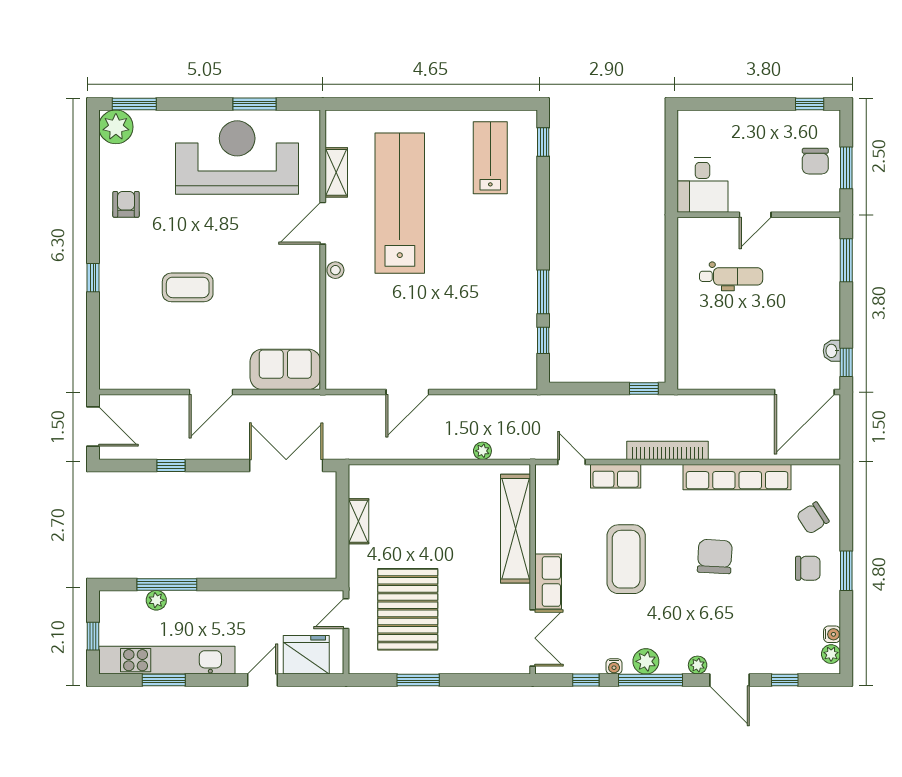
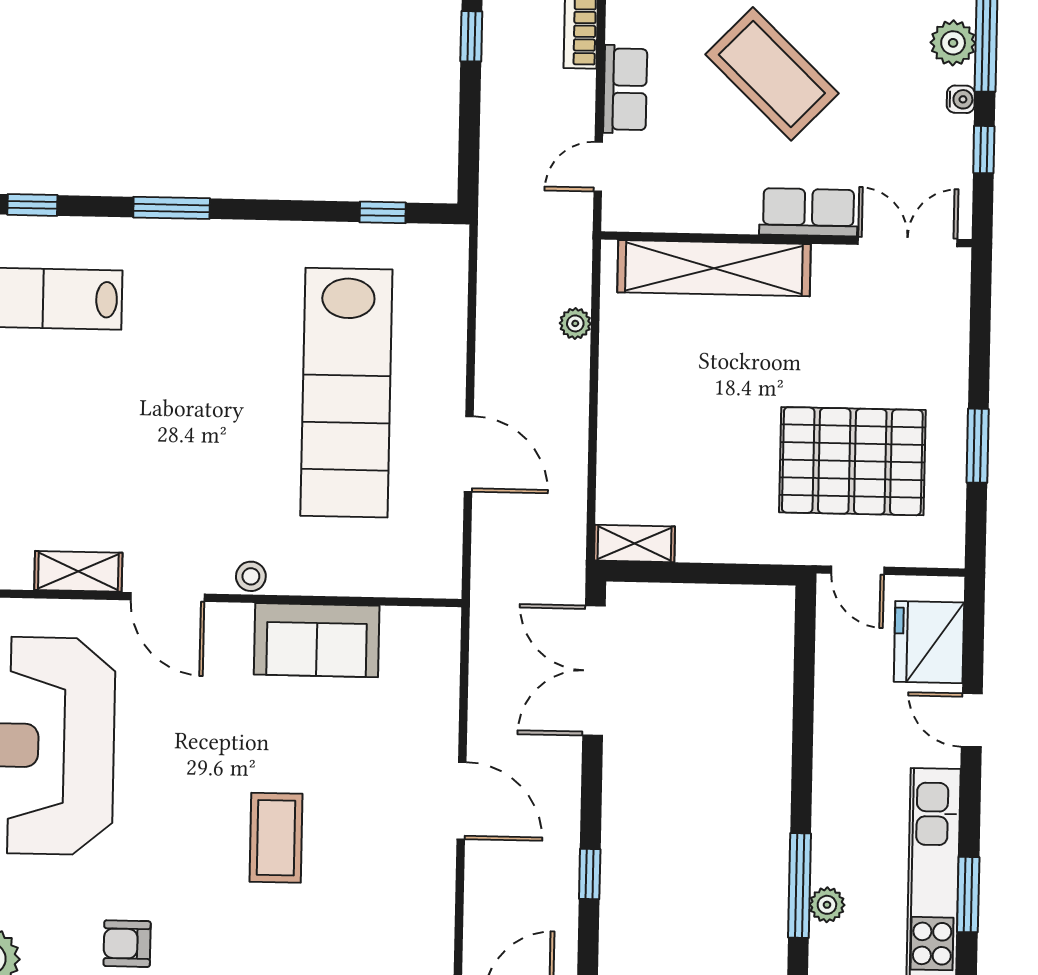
lab bench: (400, 203) -> (346, 393), moved, turned -90
window: (543, 292) -> (172, 208), moved
sofa: (285, 369) -> (317, 640), moved, turned -90
shelving: (359, 521) -> (634, 544), moved
coffee table: (626, 559) -> (772, 74), turned 44

